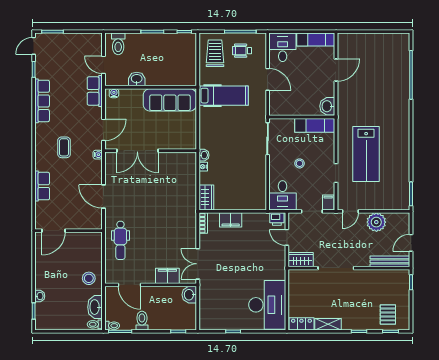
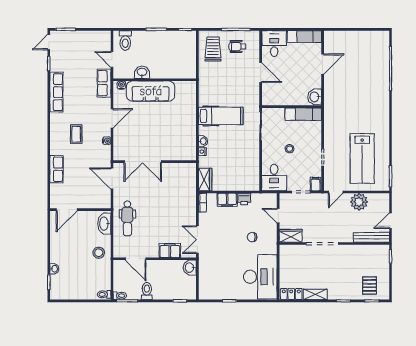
hospital bed: (224, 96) -> (221, 116), moved
sofa: (170, 100) -> (151, 91), moved
double door: (137, 151) -> (143, 162), moved
wall: (151, 151) -> (155, 162), moved
lab bench: (366, 154) -> (362, 158), moved
printer: (277, 219) -> (244, 199), moved
chair: (258, 261) -> (252, 237), added
washbasin: (95, 307) -> (104, 224), moved

